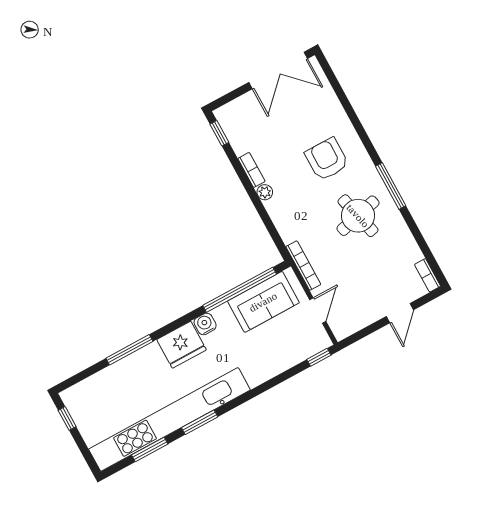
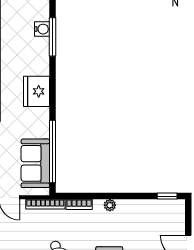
bookcase: (251, 170) -> (79, 204), moved
water cooler: (205, 324) -> (42, 29), moved
window: (129, 350) -> (53, 37), moved

